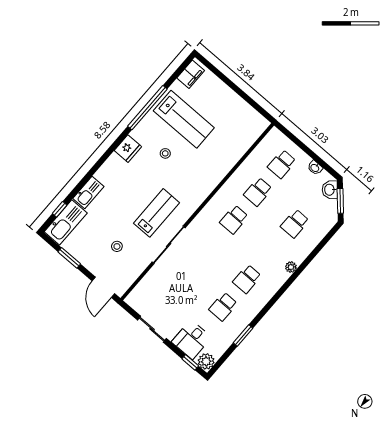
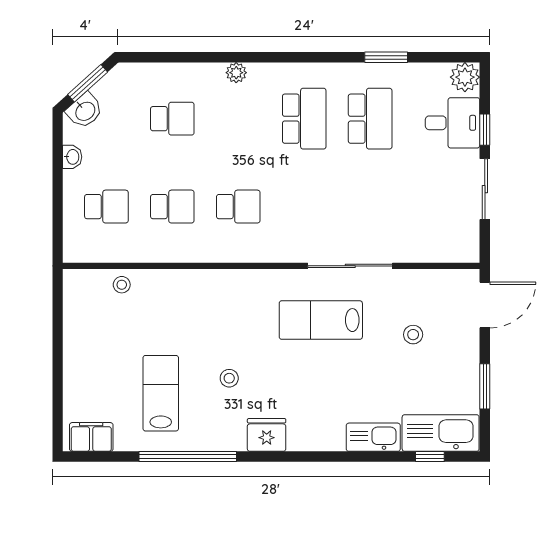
lab bench: (184, 119) -> (161, 393), width x0.73, depth x0.72
stool: (243, 142) -> (122, 285), added
school desk: (247, 279) -> (304, 119), width x1.85
school desk: (223, 307) -> (370, 119), width x1.85
window: (190, 362) -> (485, 130), moved

